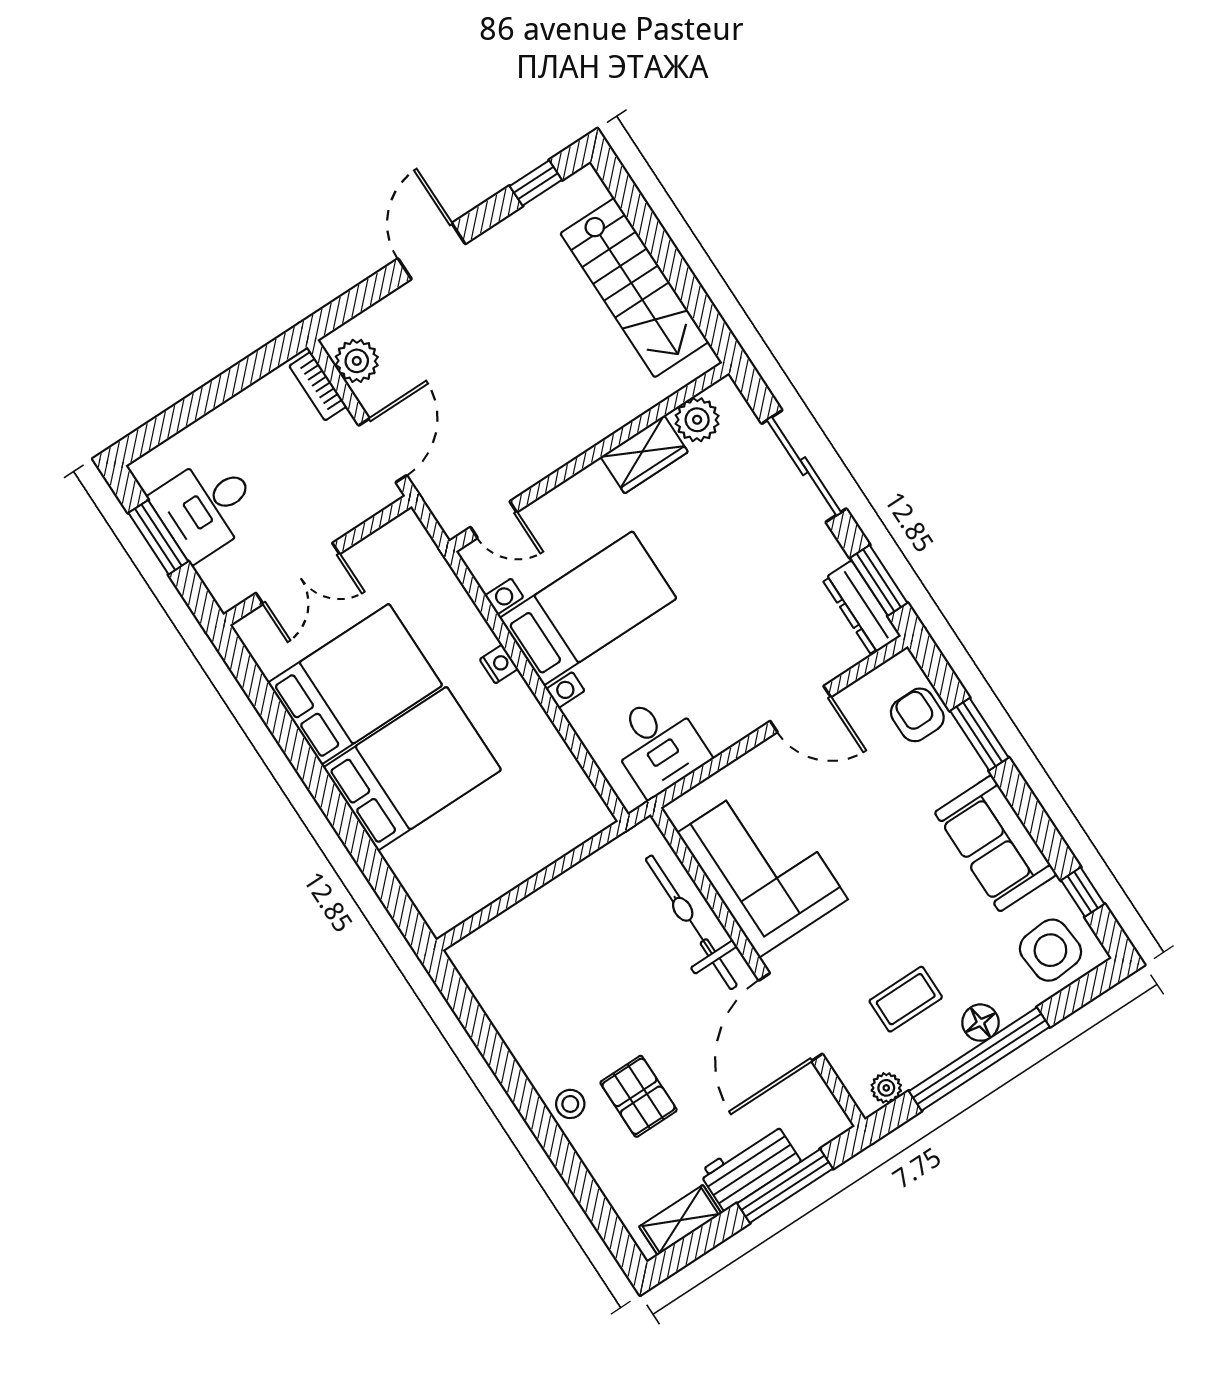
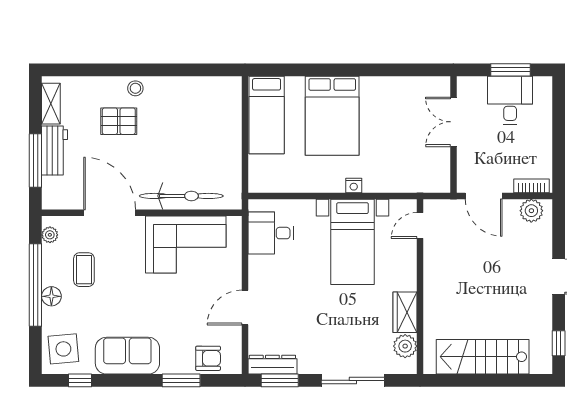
bed: (355, 684) -> (267, 115), moved, width x0.67

